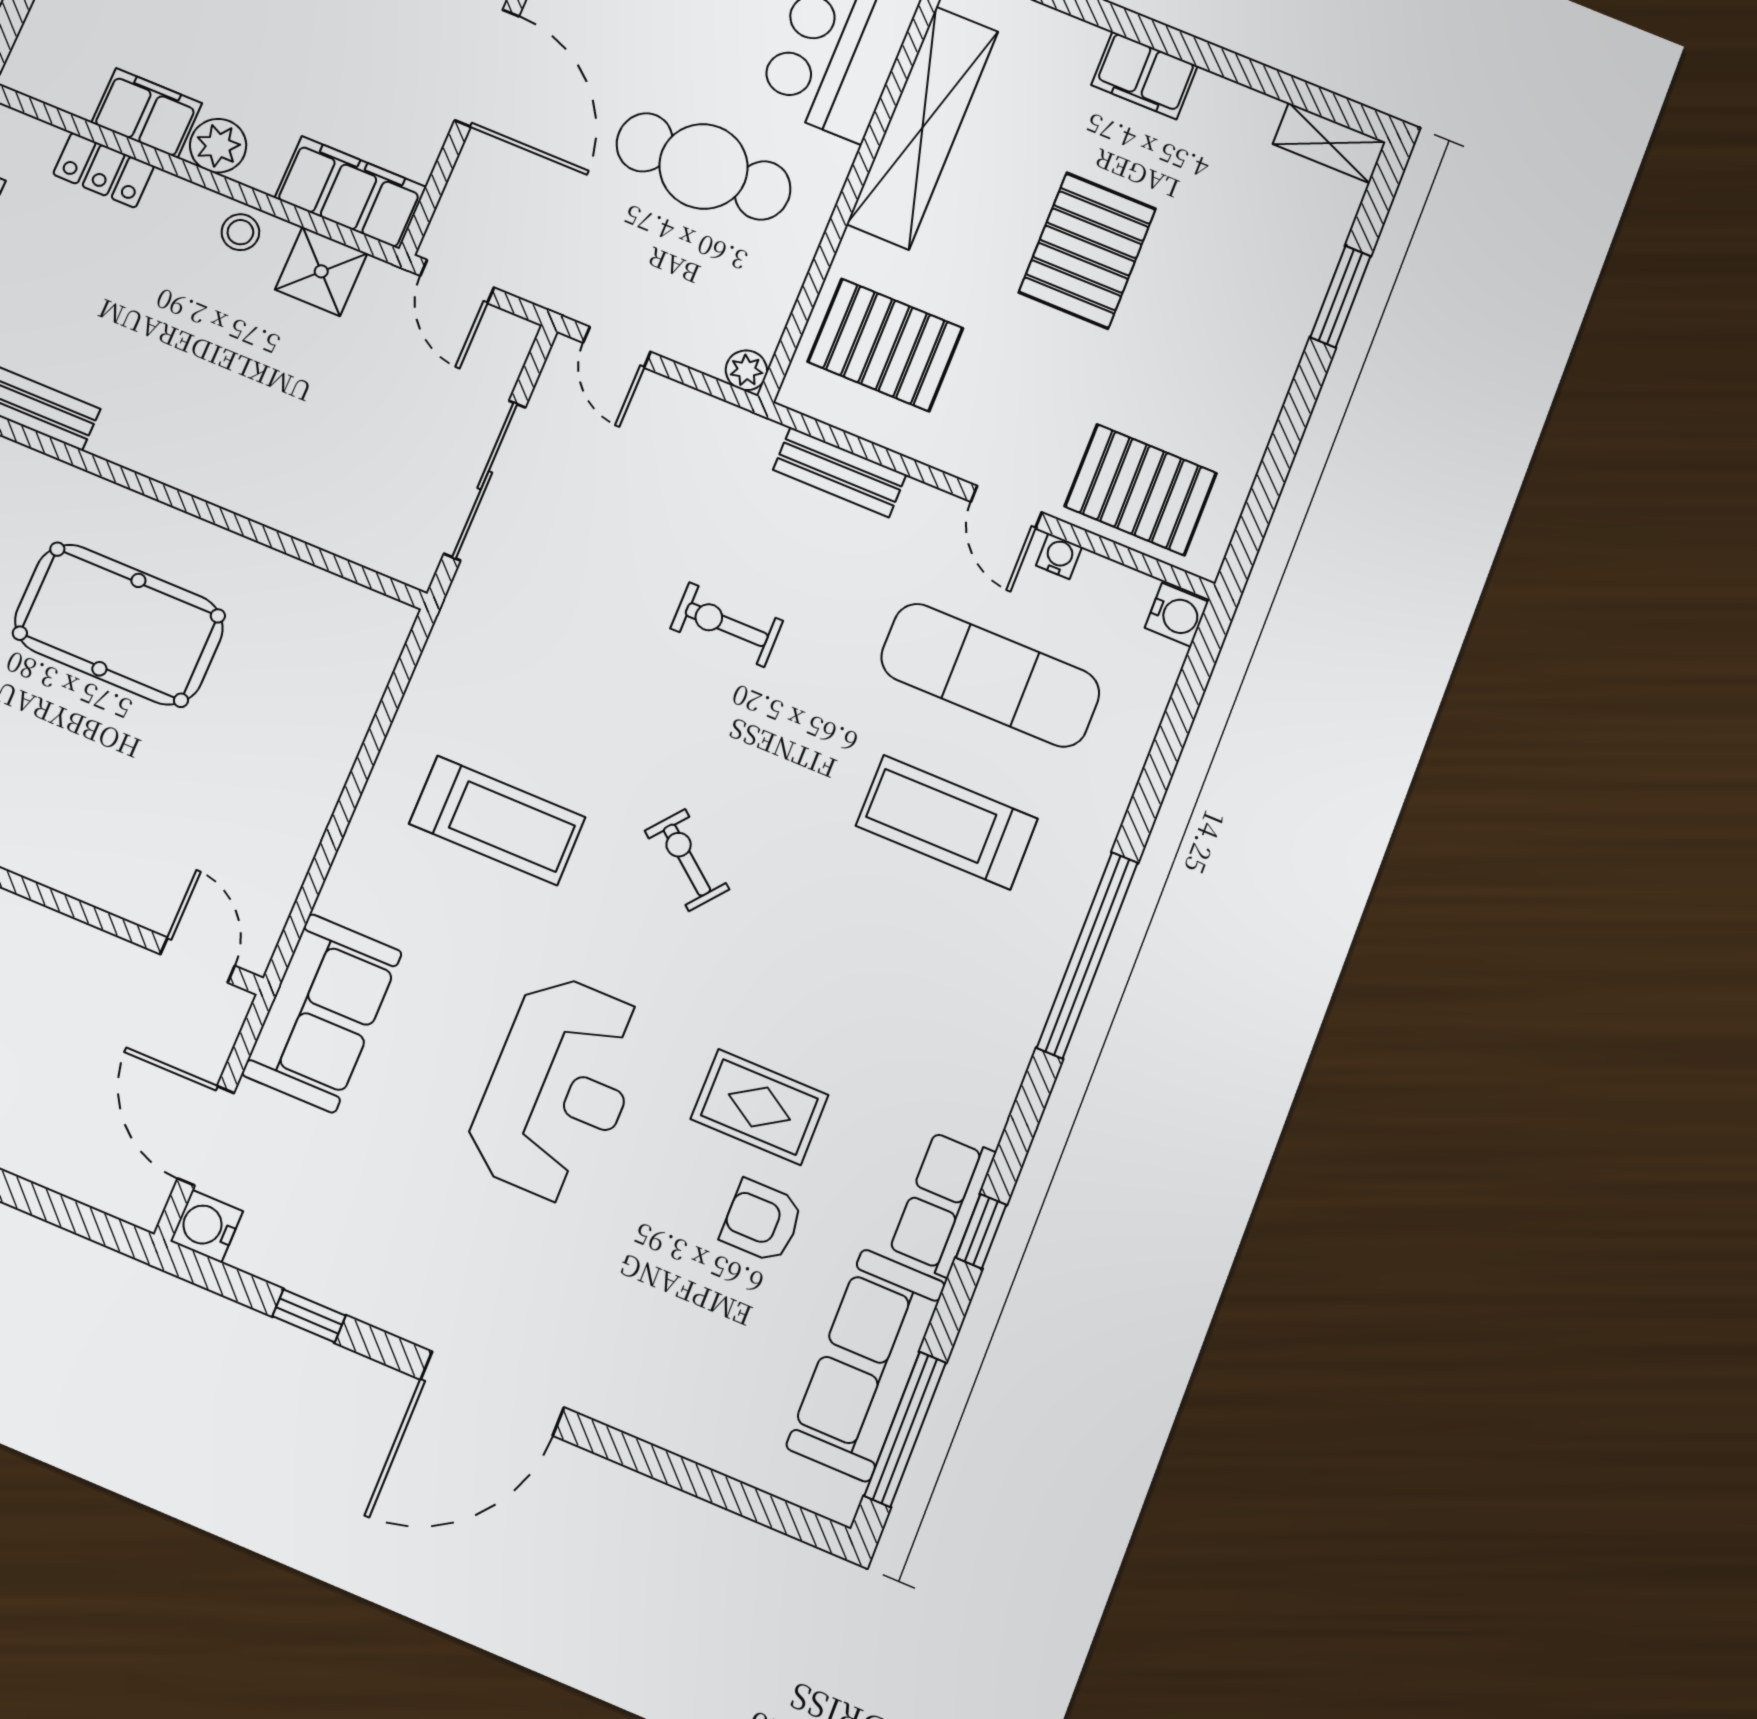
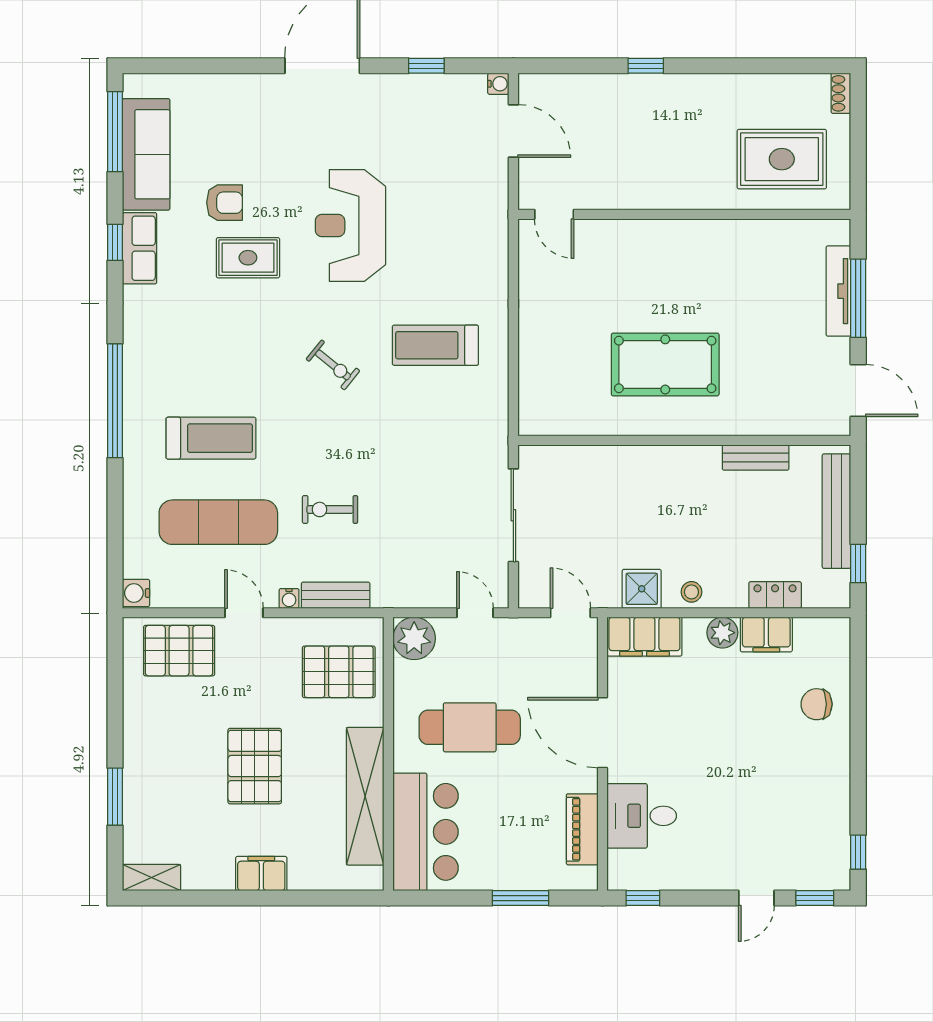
plant: (746, 370) -> (414, 638), width x1.88, depth x1.88
water cooler: (1059, 556) -> (289, 598), moved
exercise bike: (727, 625) -> (330, 509), moved, turned 180
sofa: (322, 1013) -> (482, 214), removed
water cooler: (207, 1226) -> (498, 84), width x0.72, depth x0.72

